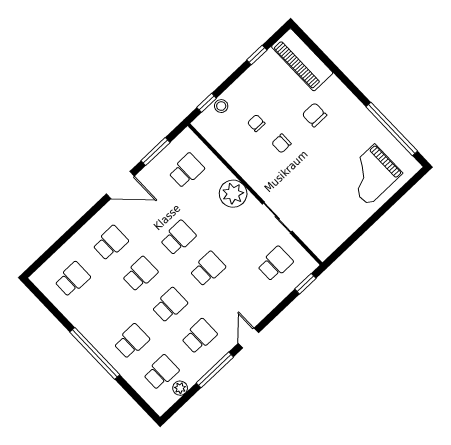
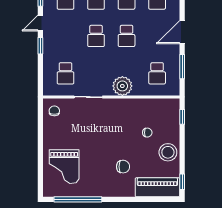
window: (257, 55) -> (182, 182), moved
stool: (221, 106) -> (168, 152), moved, width x1.89, depth x1.89
chair: (281, 143) -> (54, 111), moved
grand piano: (372, 175) -> (64, 167), turned 180
window: (305, 284) -> (40, 46), moved
door: (248, 338) -> (40, 23), swing flipped

